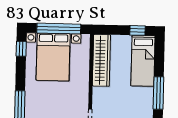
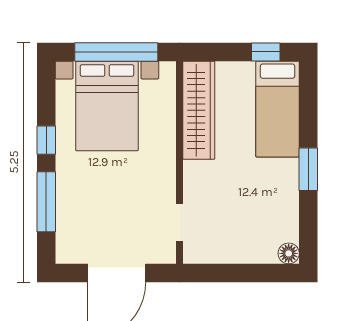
window: (21, 49) -> (46, 140), moved
window: (158, 93) -> (308, 169), width x0.69

